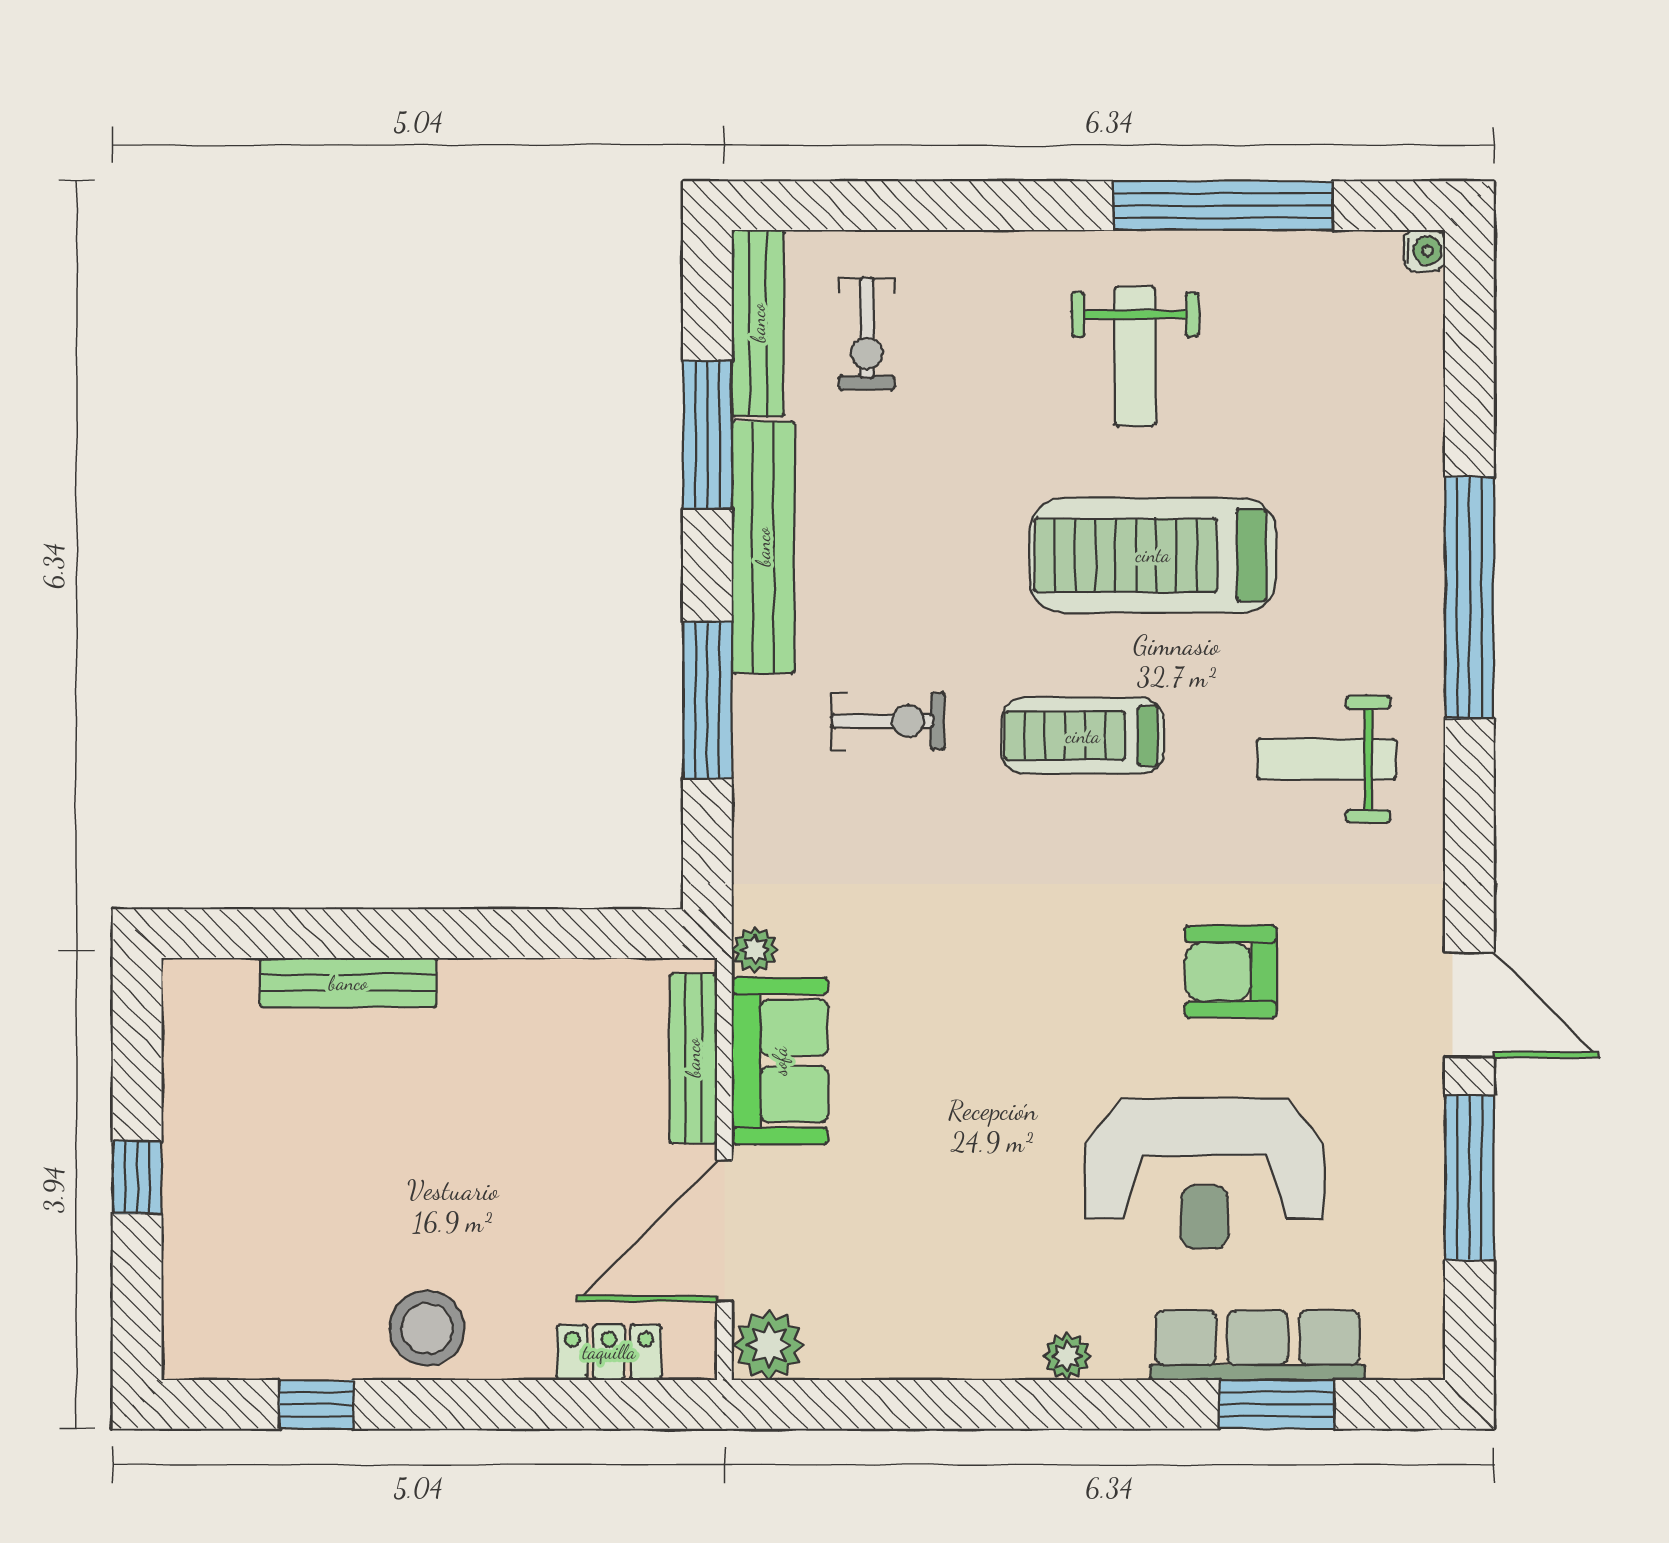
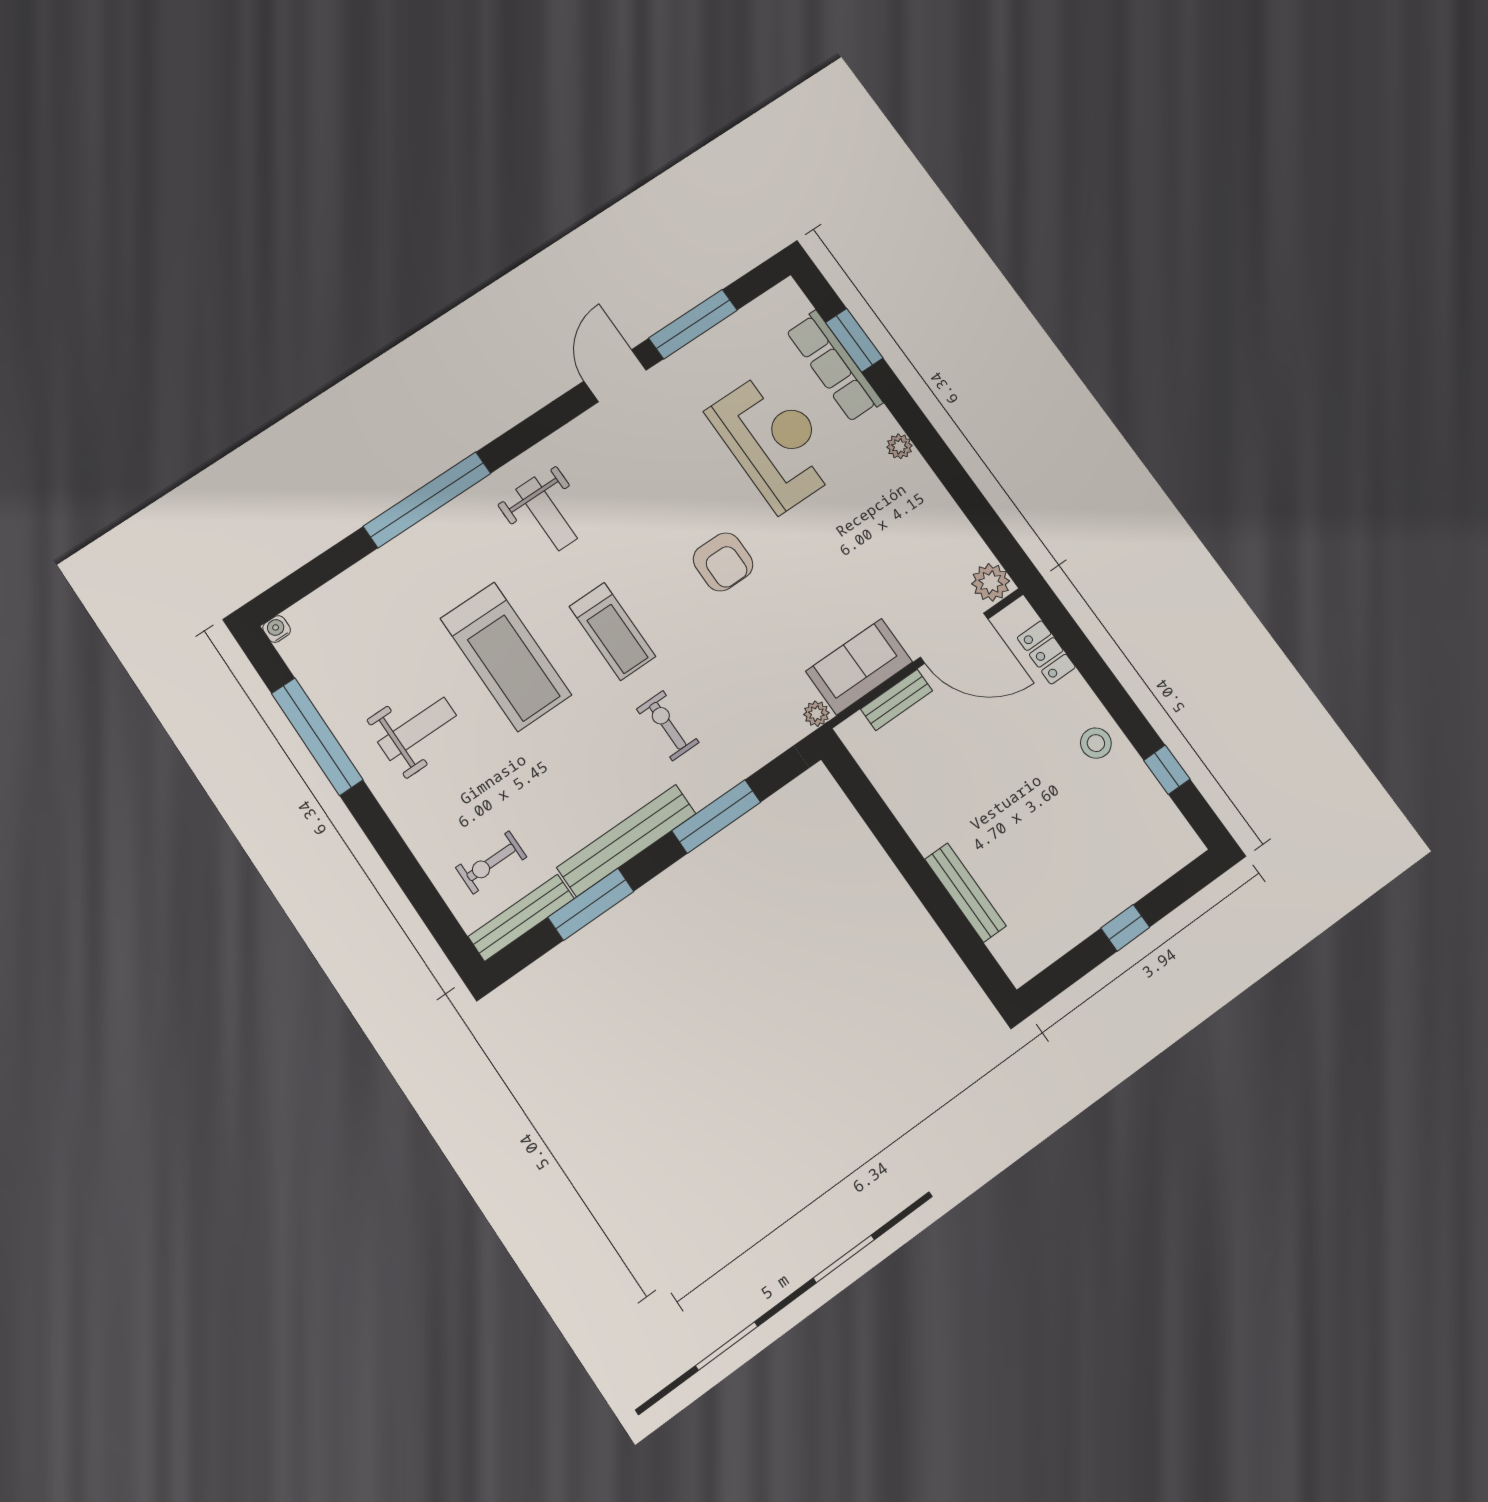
exercise bike: (867, 333) -> (491, 862), turned 180
armchair: (1231, 972) -> (723, 562), moved
bench: (693, 1058) -> (896, 700), width x0.73
stool: (427, 1328) -> (1096, 743), width x0.73, depth x0.73

